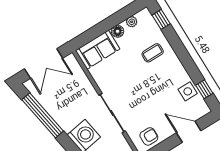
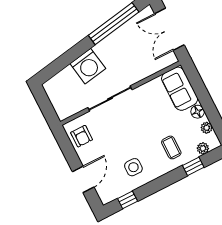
window: (161, 19) -> (193, 166), moved
plant: (151, 24) -> (203, 148), added
side table: (188, 91) -> (133, 167), moved

